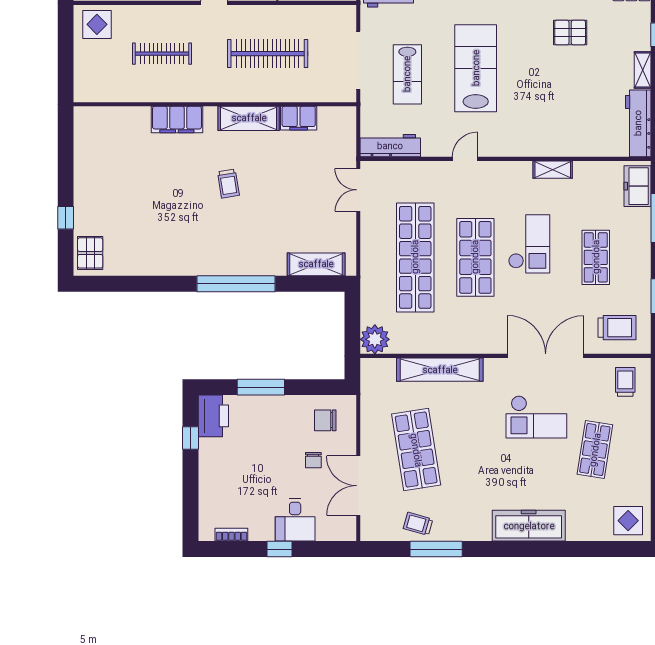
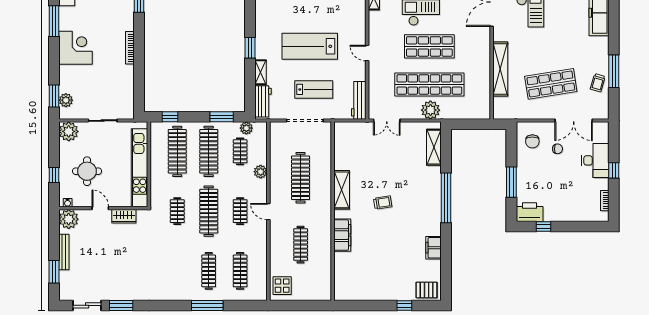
filing cabinet: (299, 118) -> (434, 248), moved, turned 180
plant: (375, 339) -> (430, 110), moved
desk: (295, 520) -> (595, 160), width x1.37

